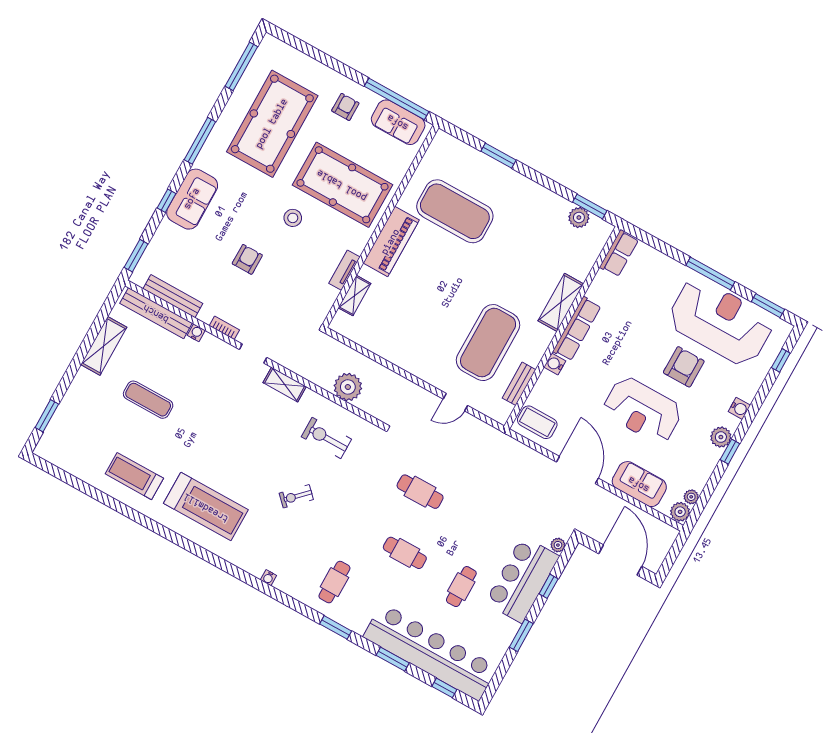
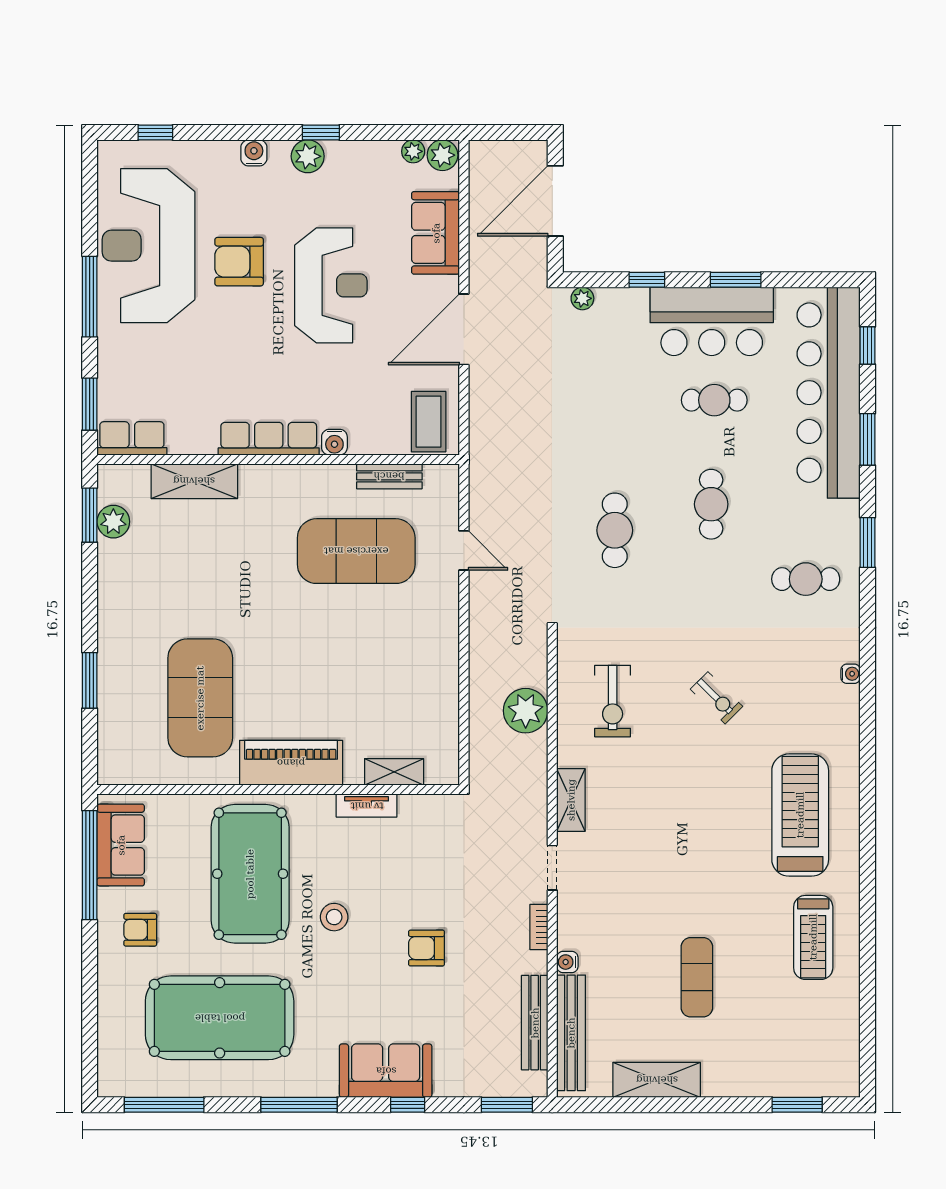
shelving: (561, 302) -> (194, 481), moved
window: (768, 306) -> (90, 404), moved
bar counter: (522, 580) -> (712, 321), moved

